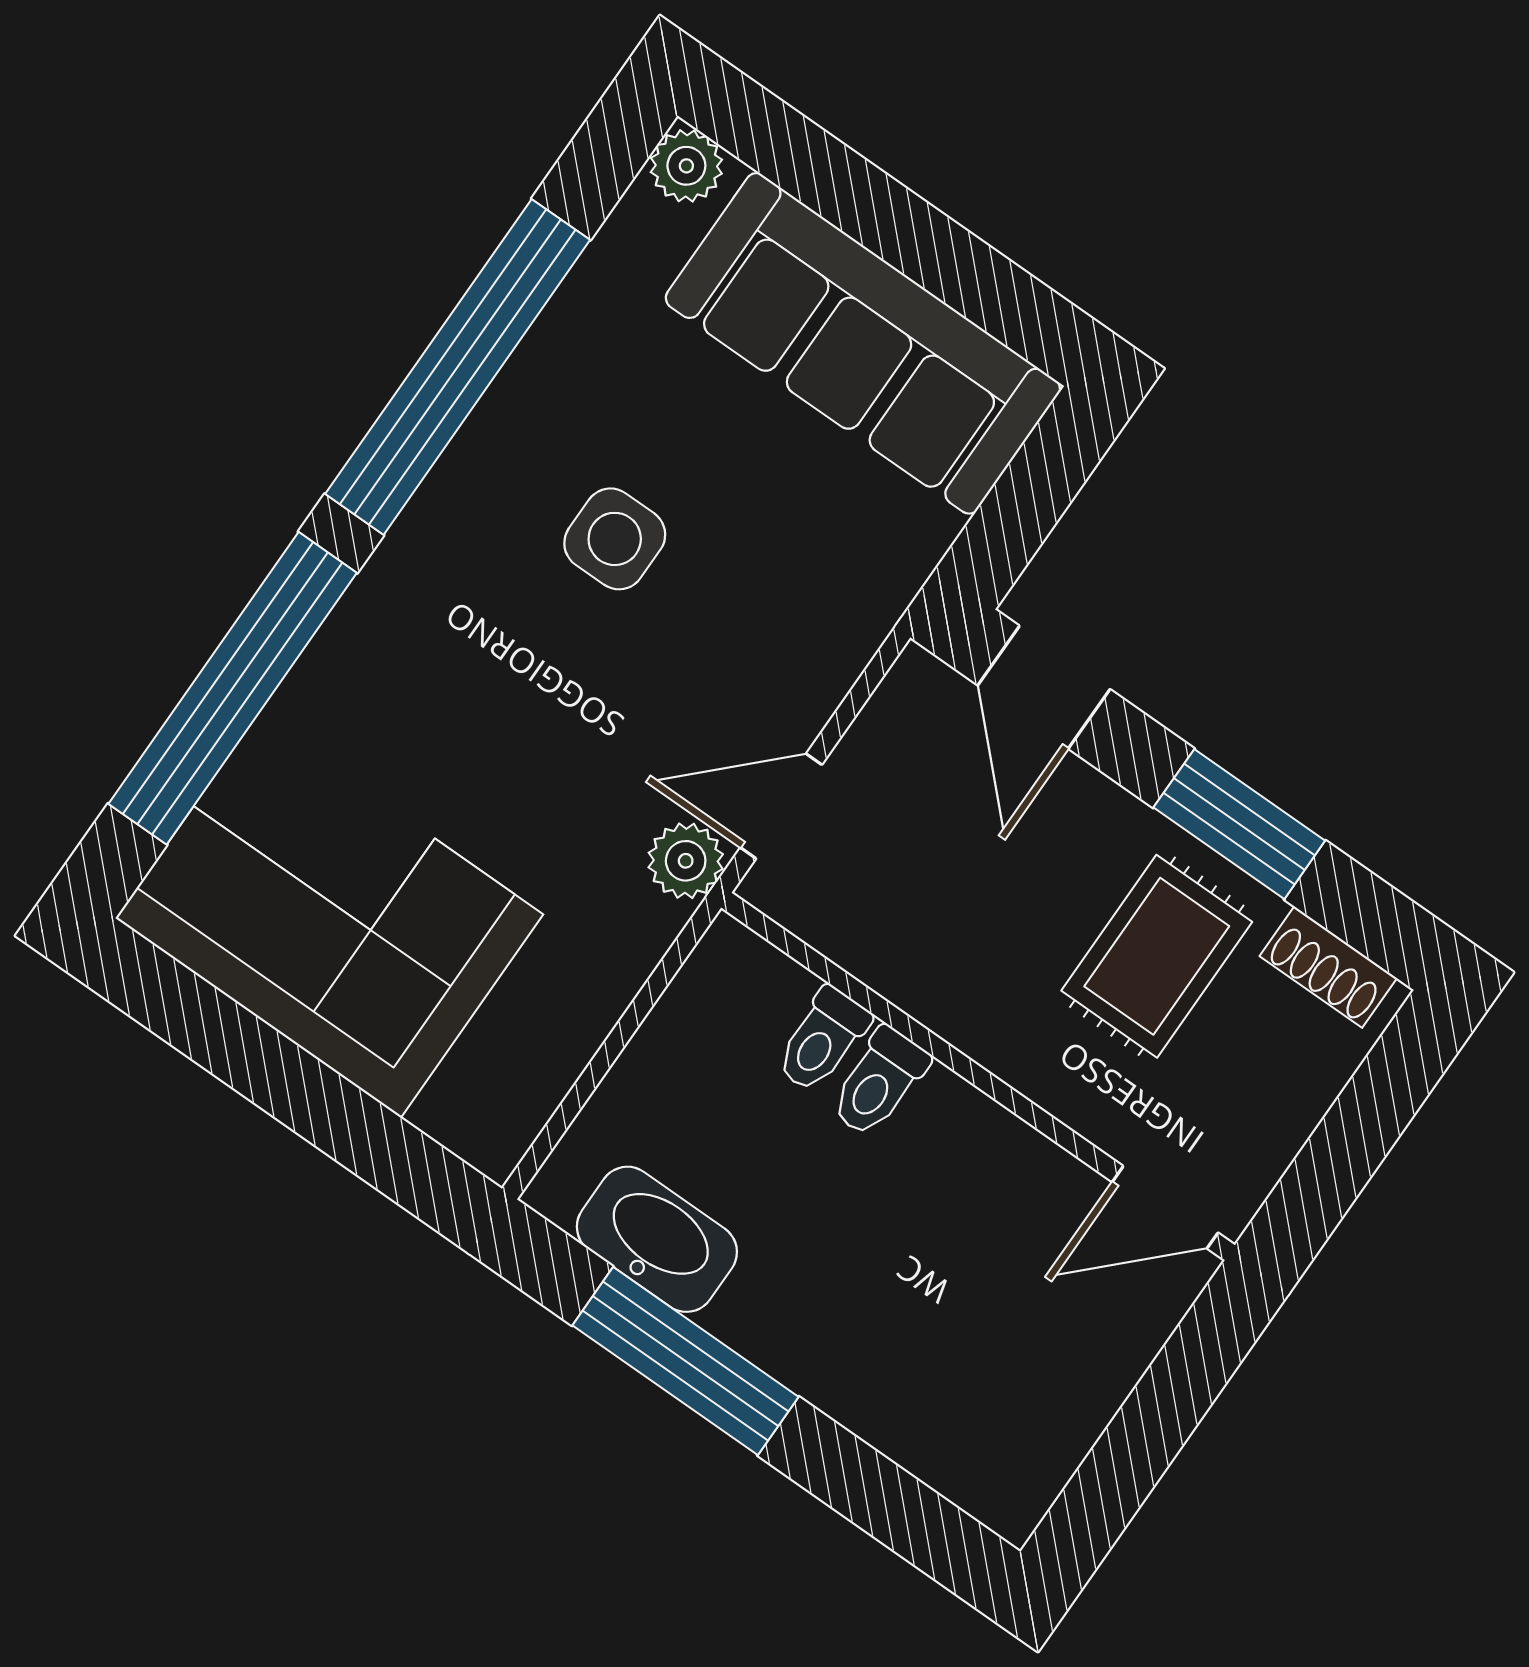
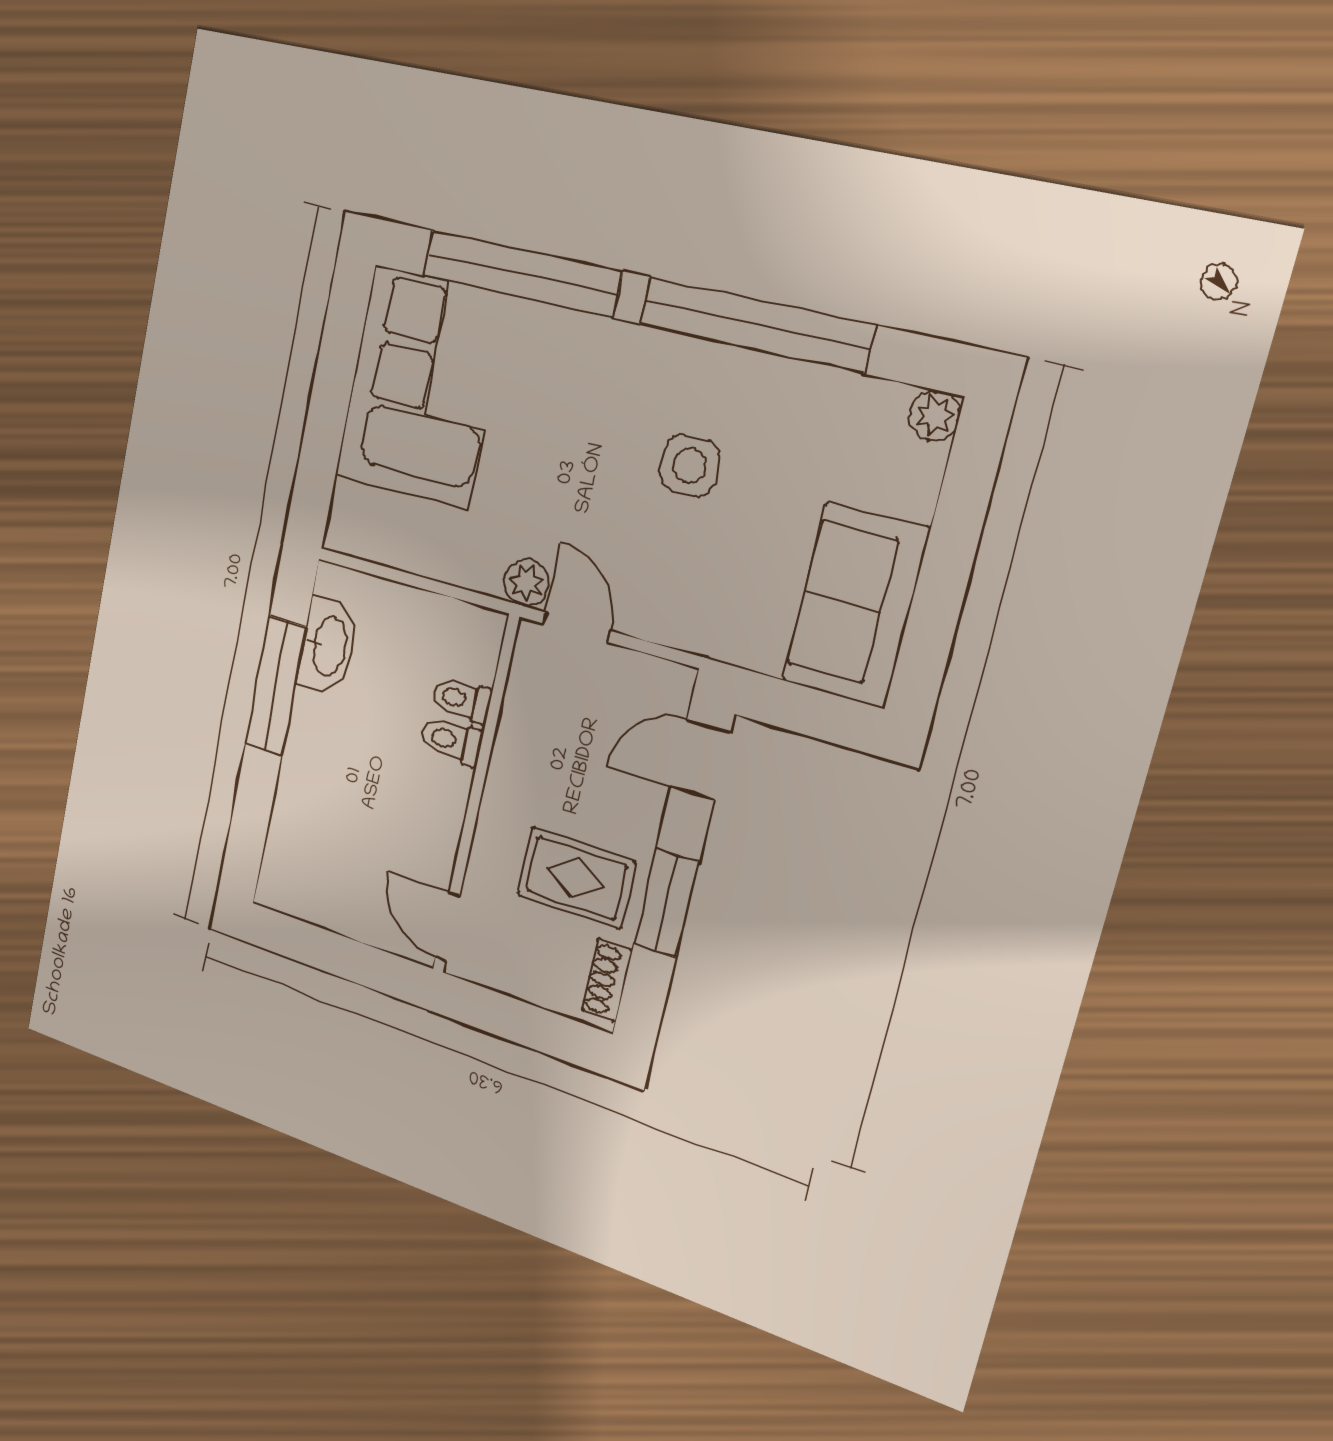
sofa: (863, 343) -> (856, 605), width x0.73

